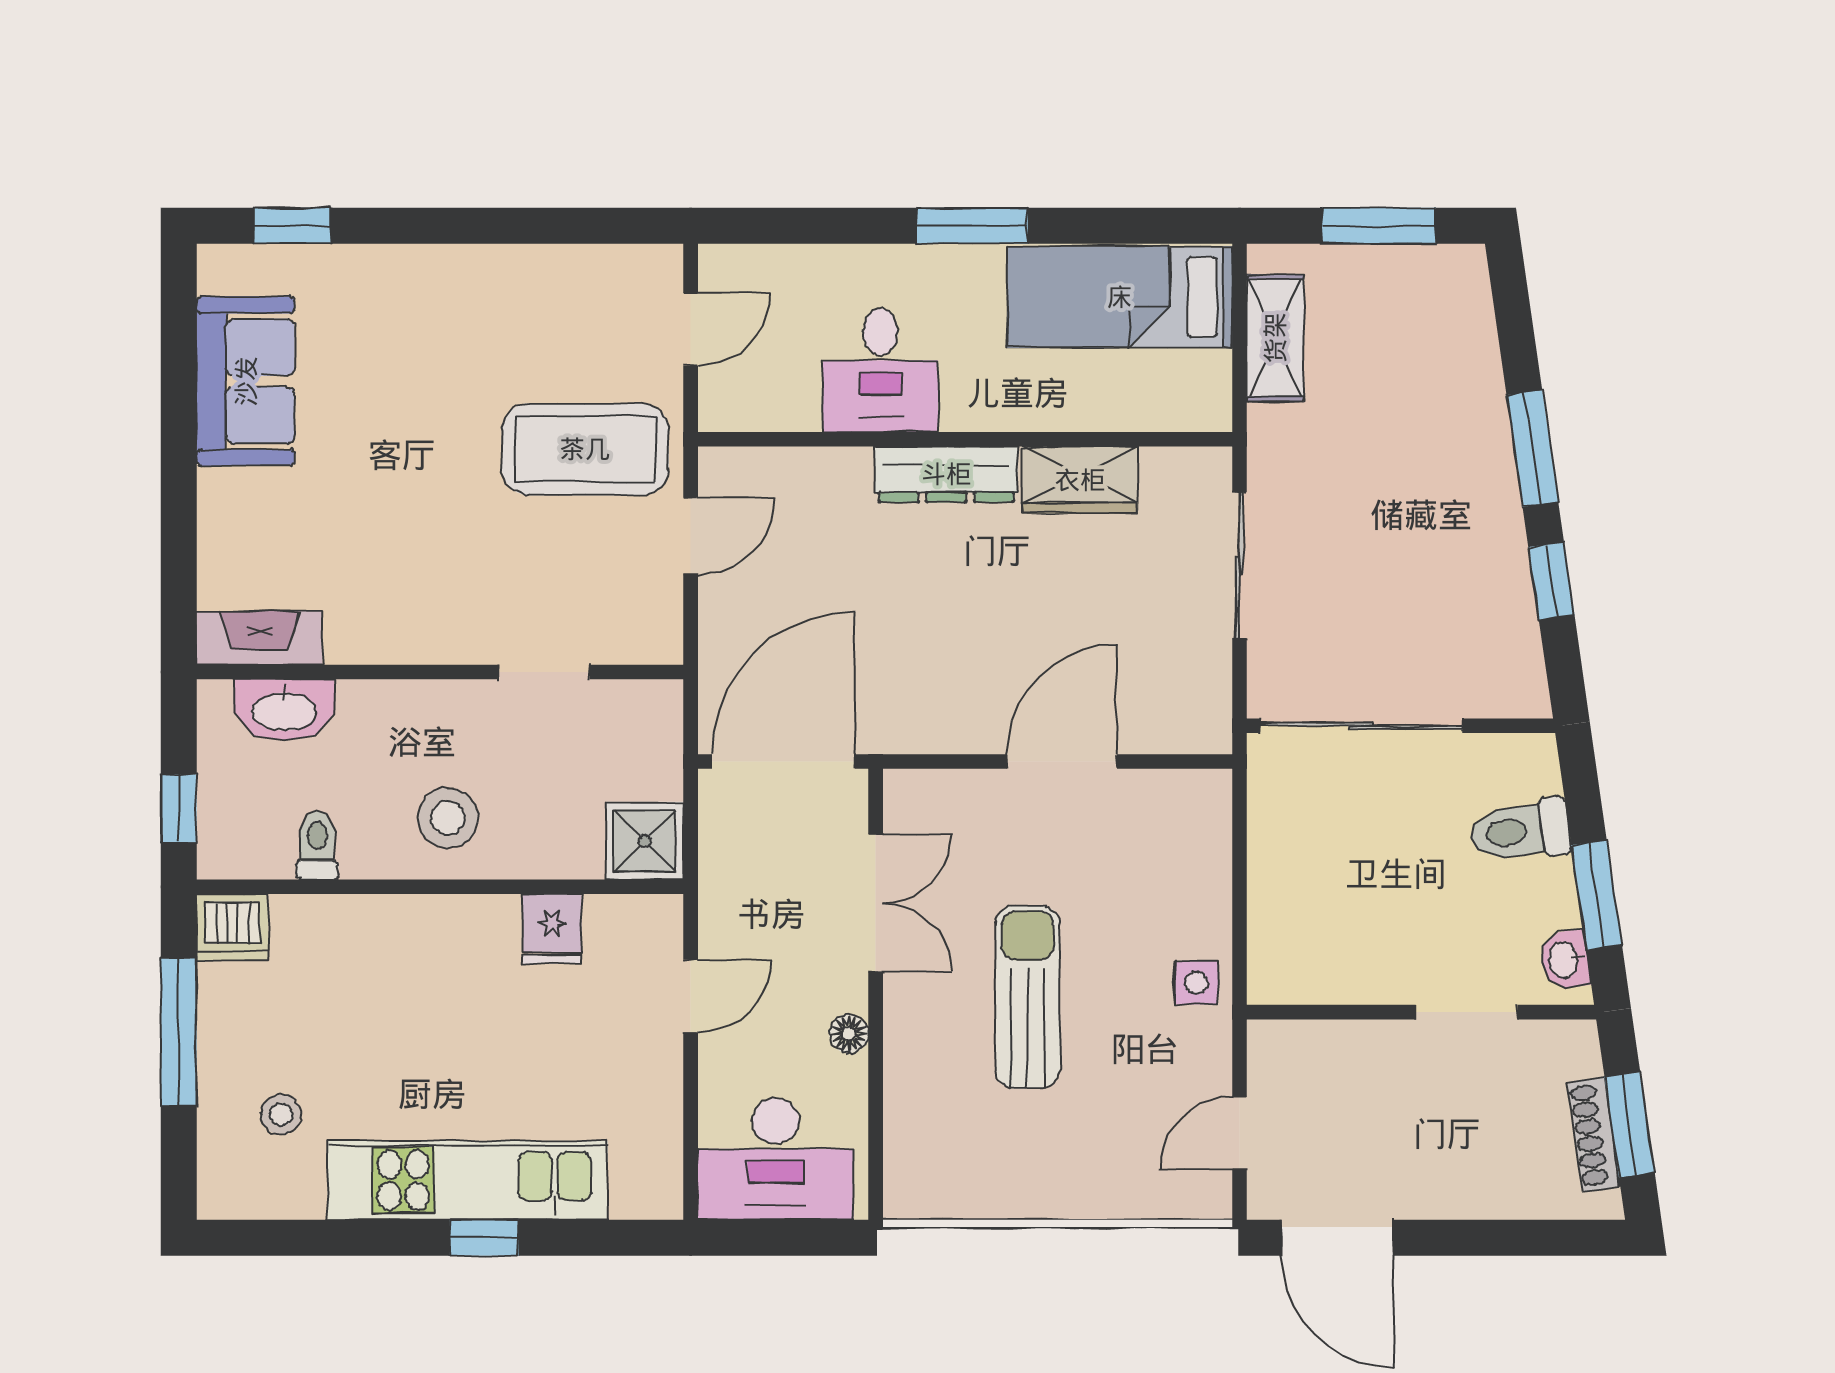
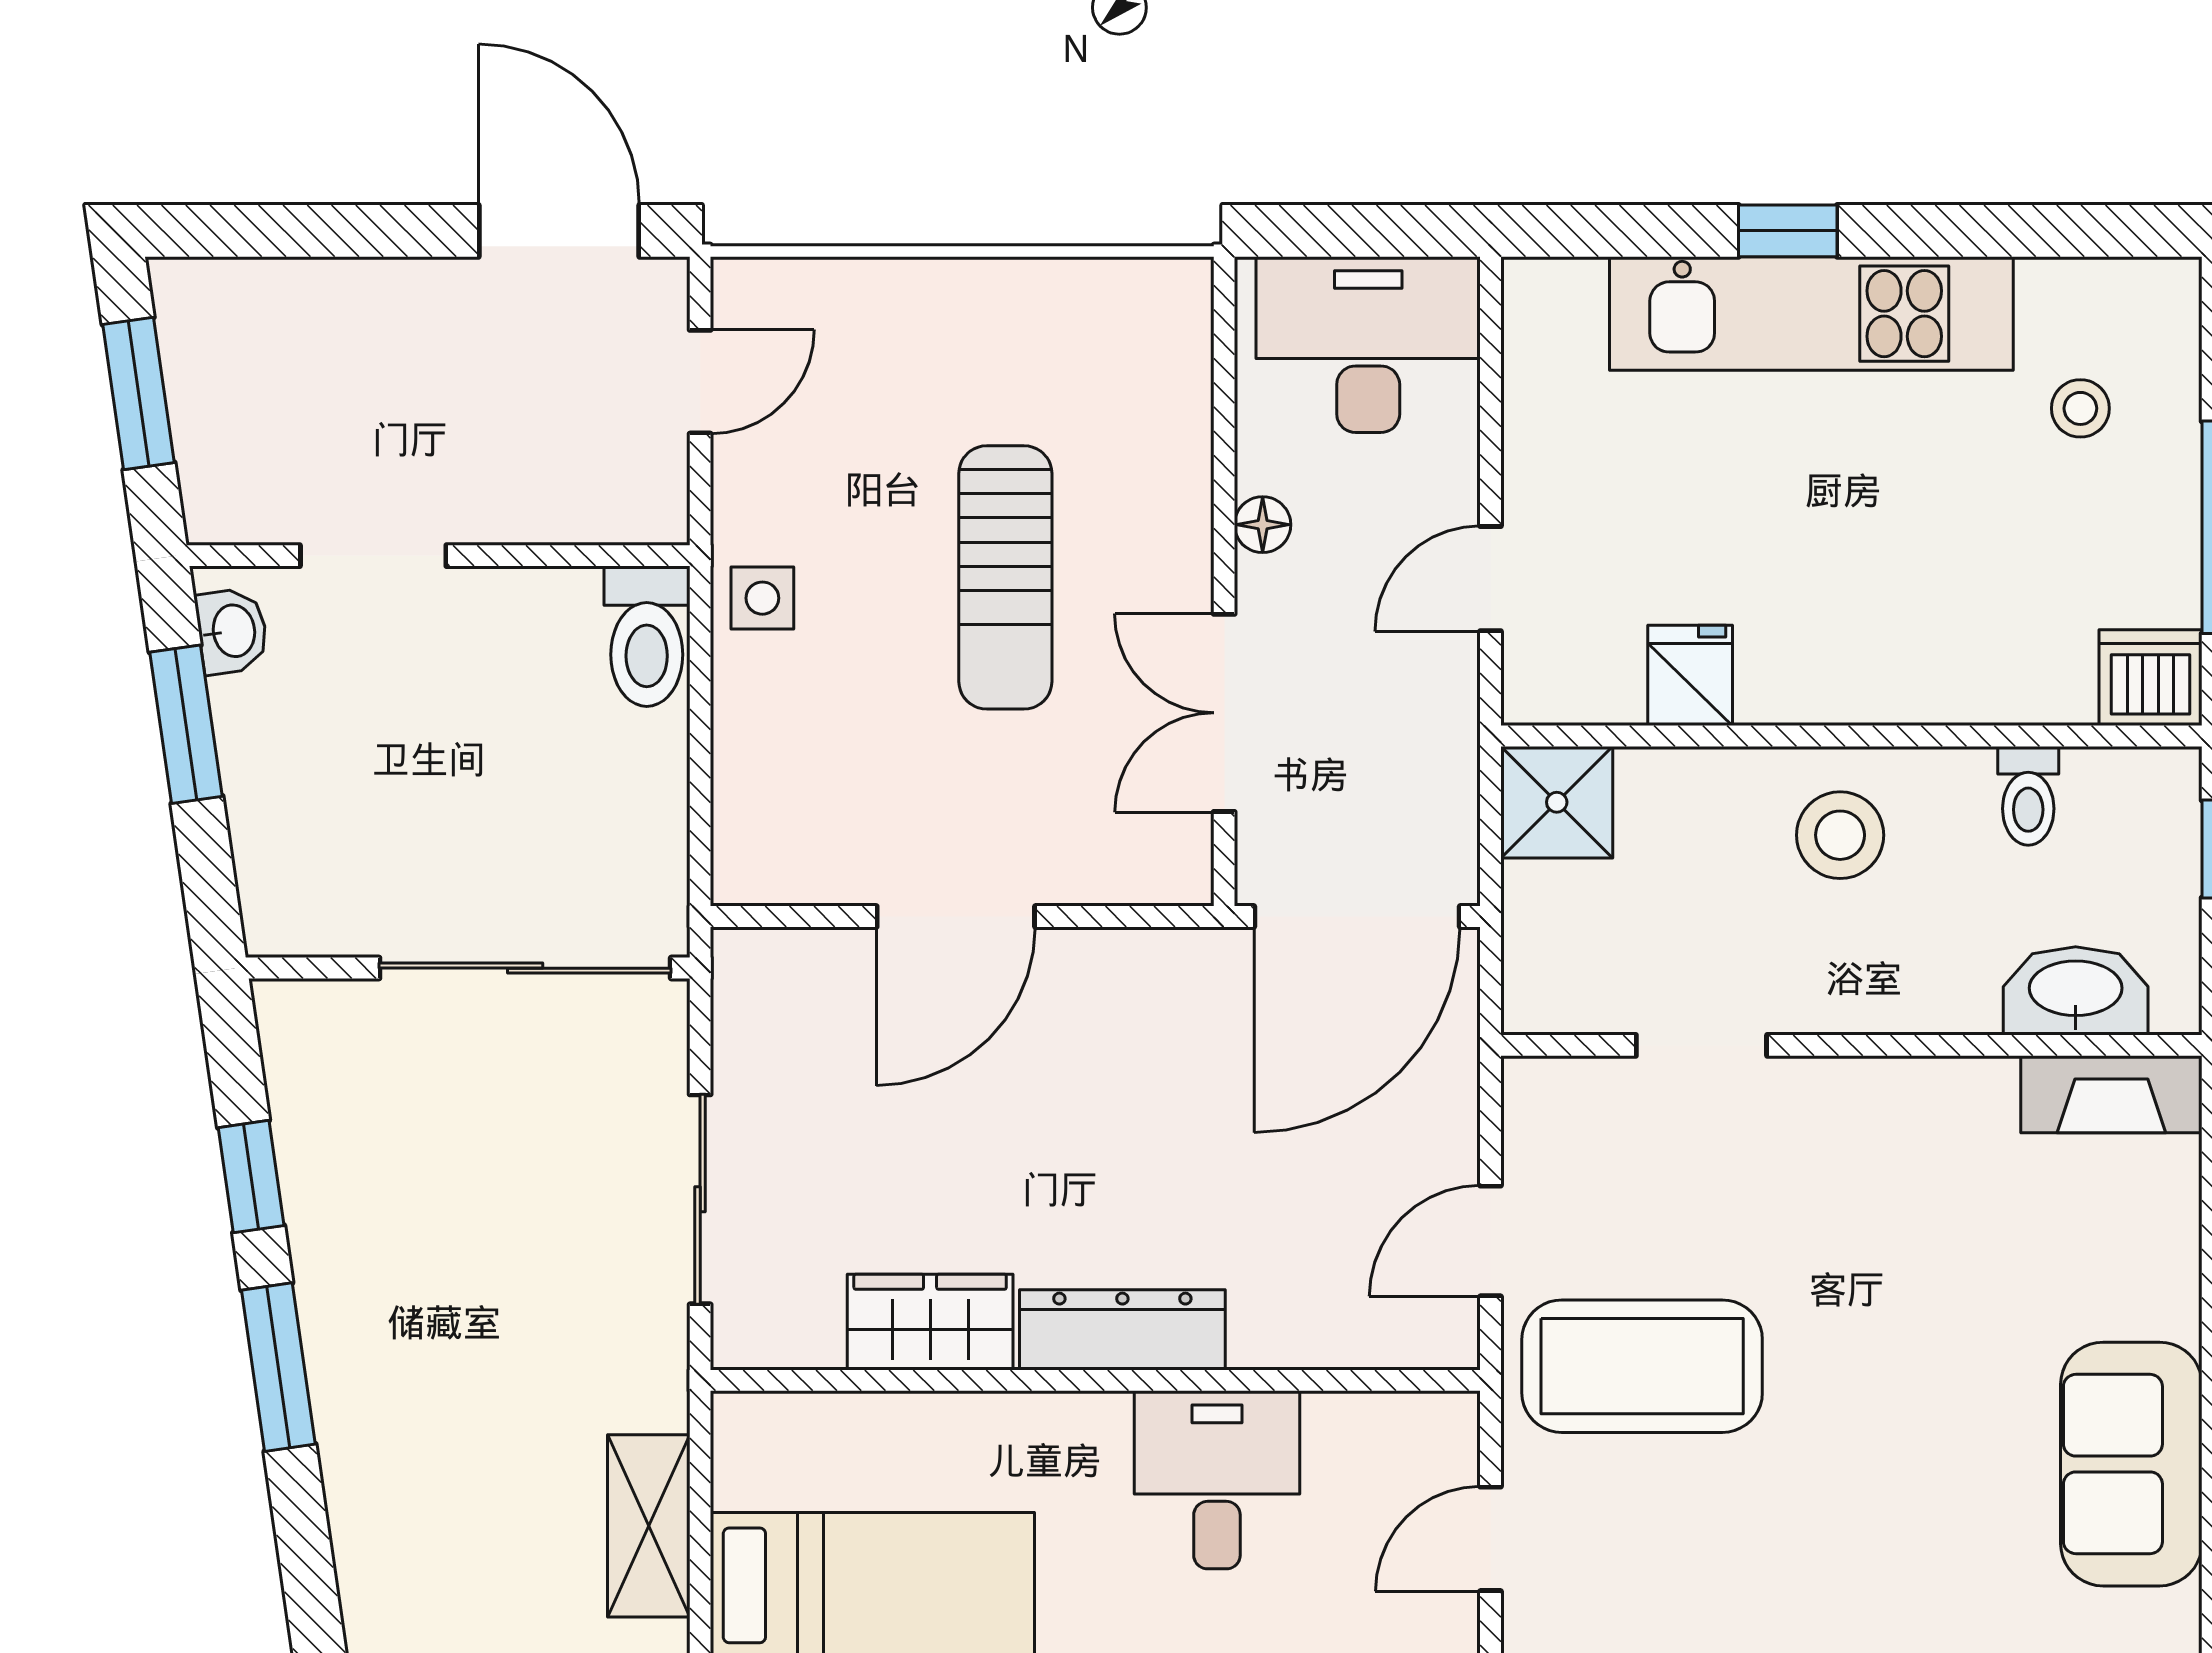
toilet: (1520, 831) -> (647, 636), moved, turned 98
shoe rack: (1594, 1134) -> (190, 379), removed

